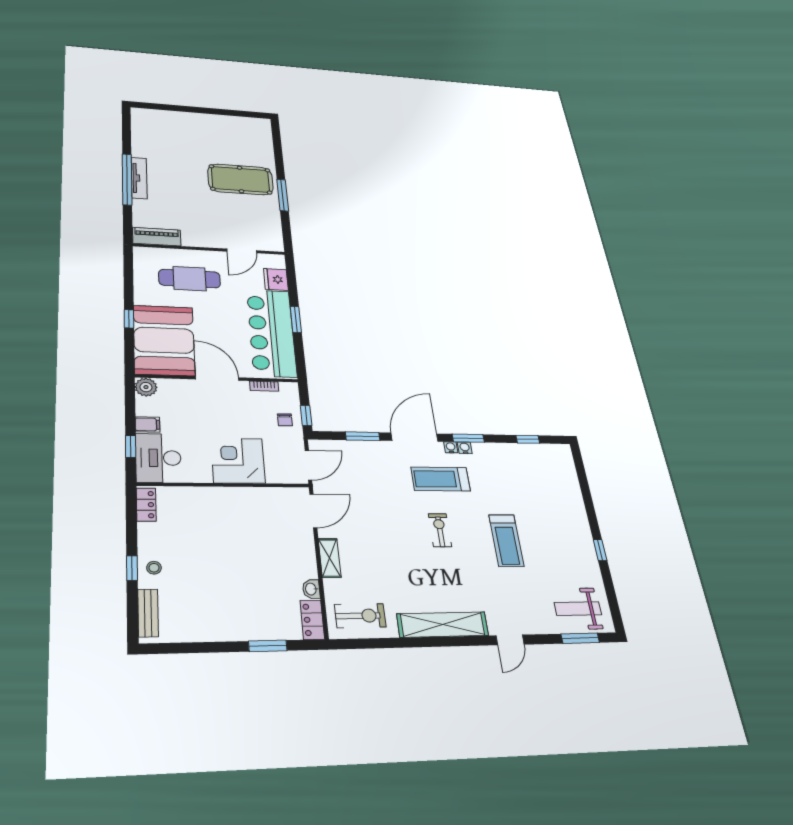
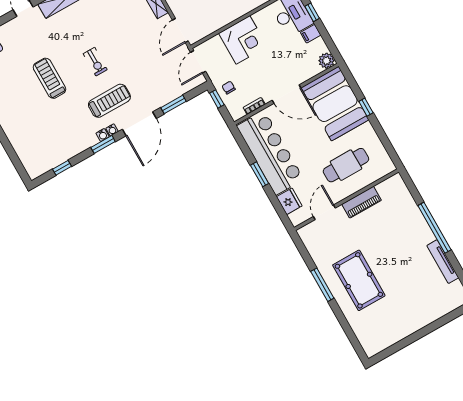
tv unit: (139, 178) -> (443, 262), moved
pool table: (240, 179) -> (359, 280), turned 90
piano: (157, 237) -> (362, 202), moved

